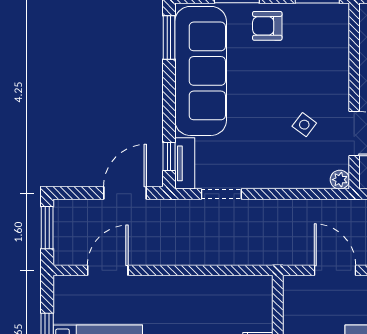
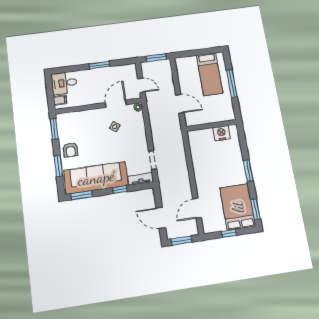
window: (169, 156) -> (120, 190), moved
door: (125, 193) -> (161, 218), moved
door: (108, 270) -> (197, 208), hinge flipped
door: (335, 270) -> (180, 104), swing flipped

